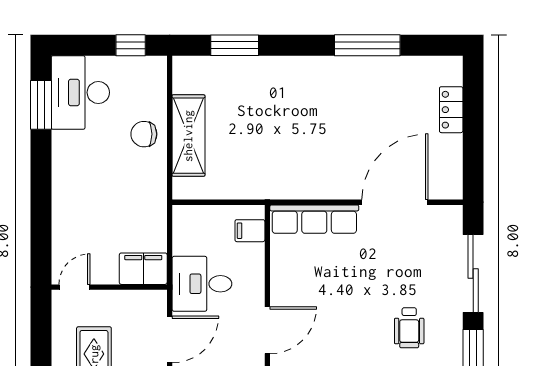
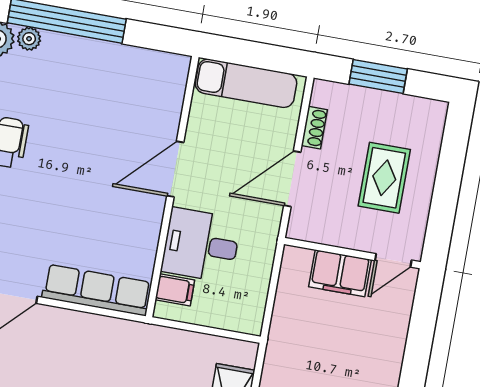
filing cabinet: (143, 269) -> (340, 273), moved
desk: (202, 284) -> (201, 245), moved, turned 180

